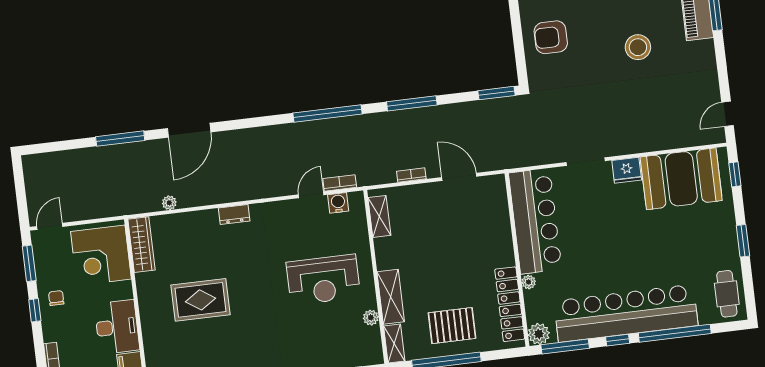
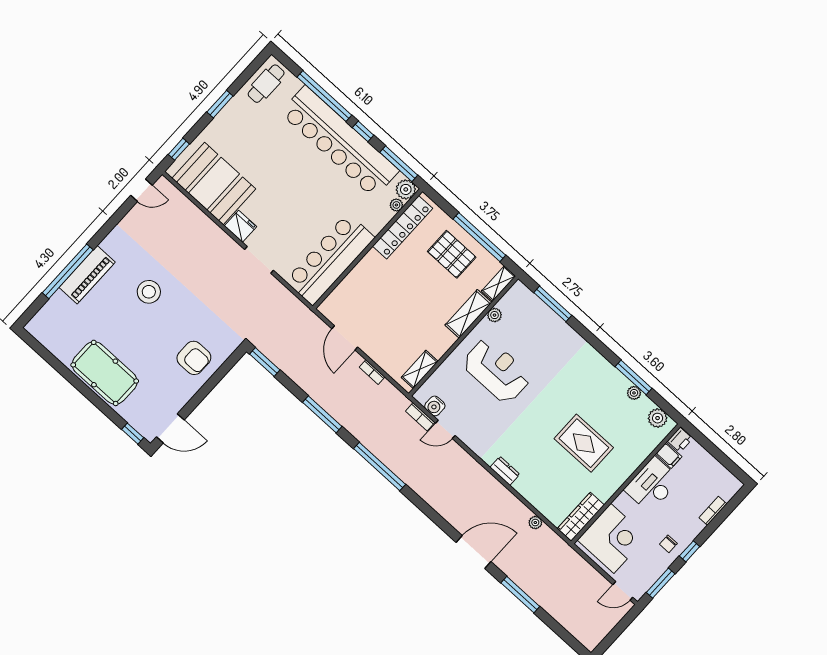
plant: (529, 282) -> (396, 205), moved

